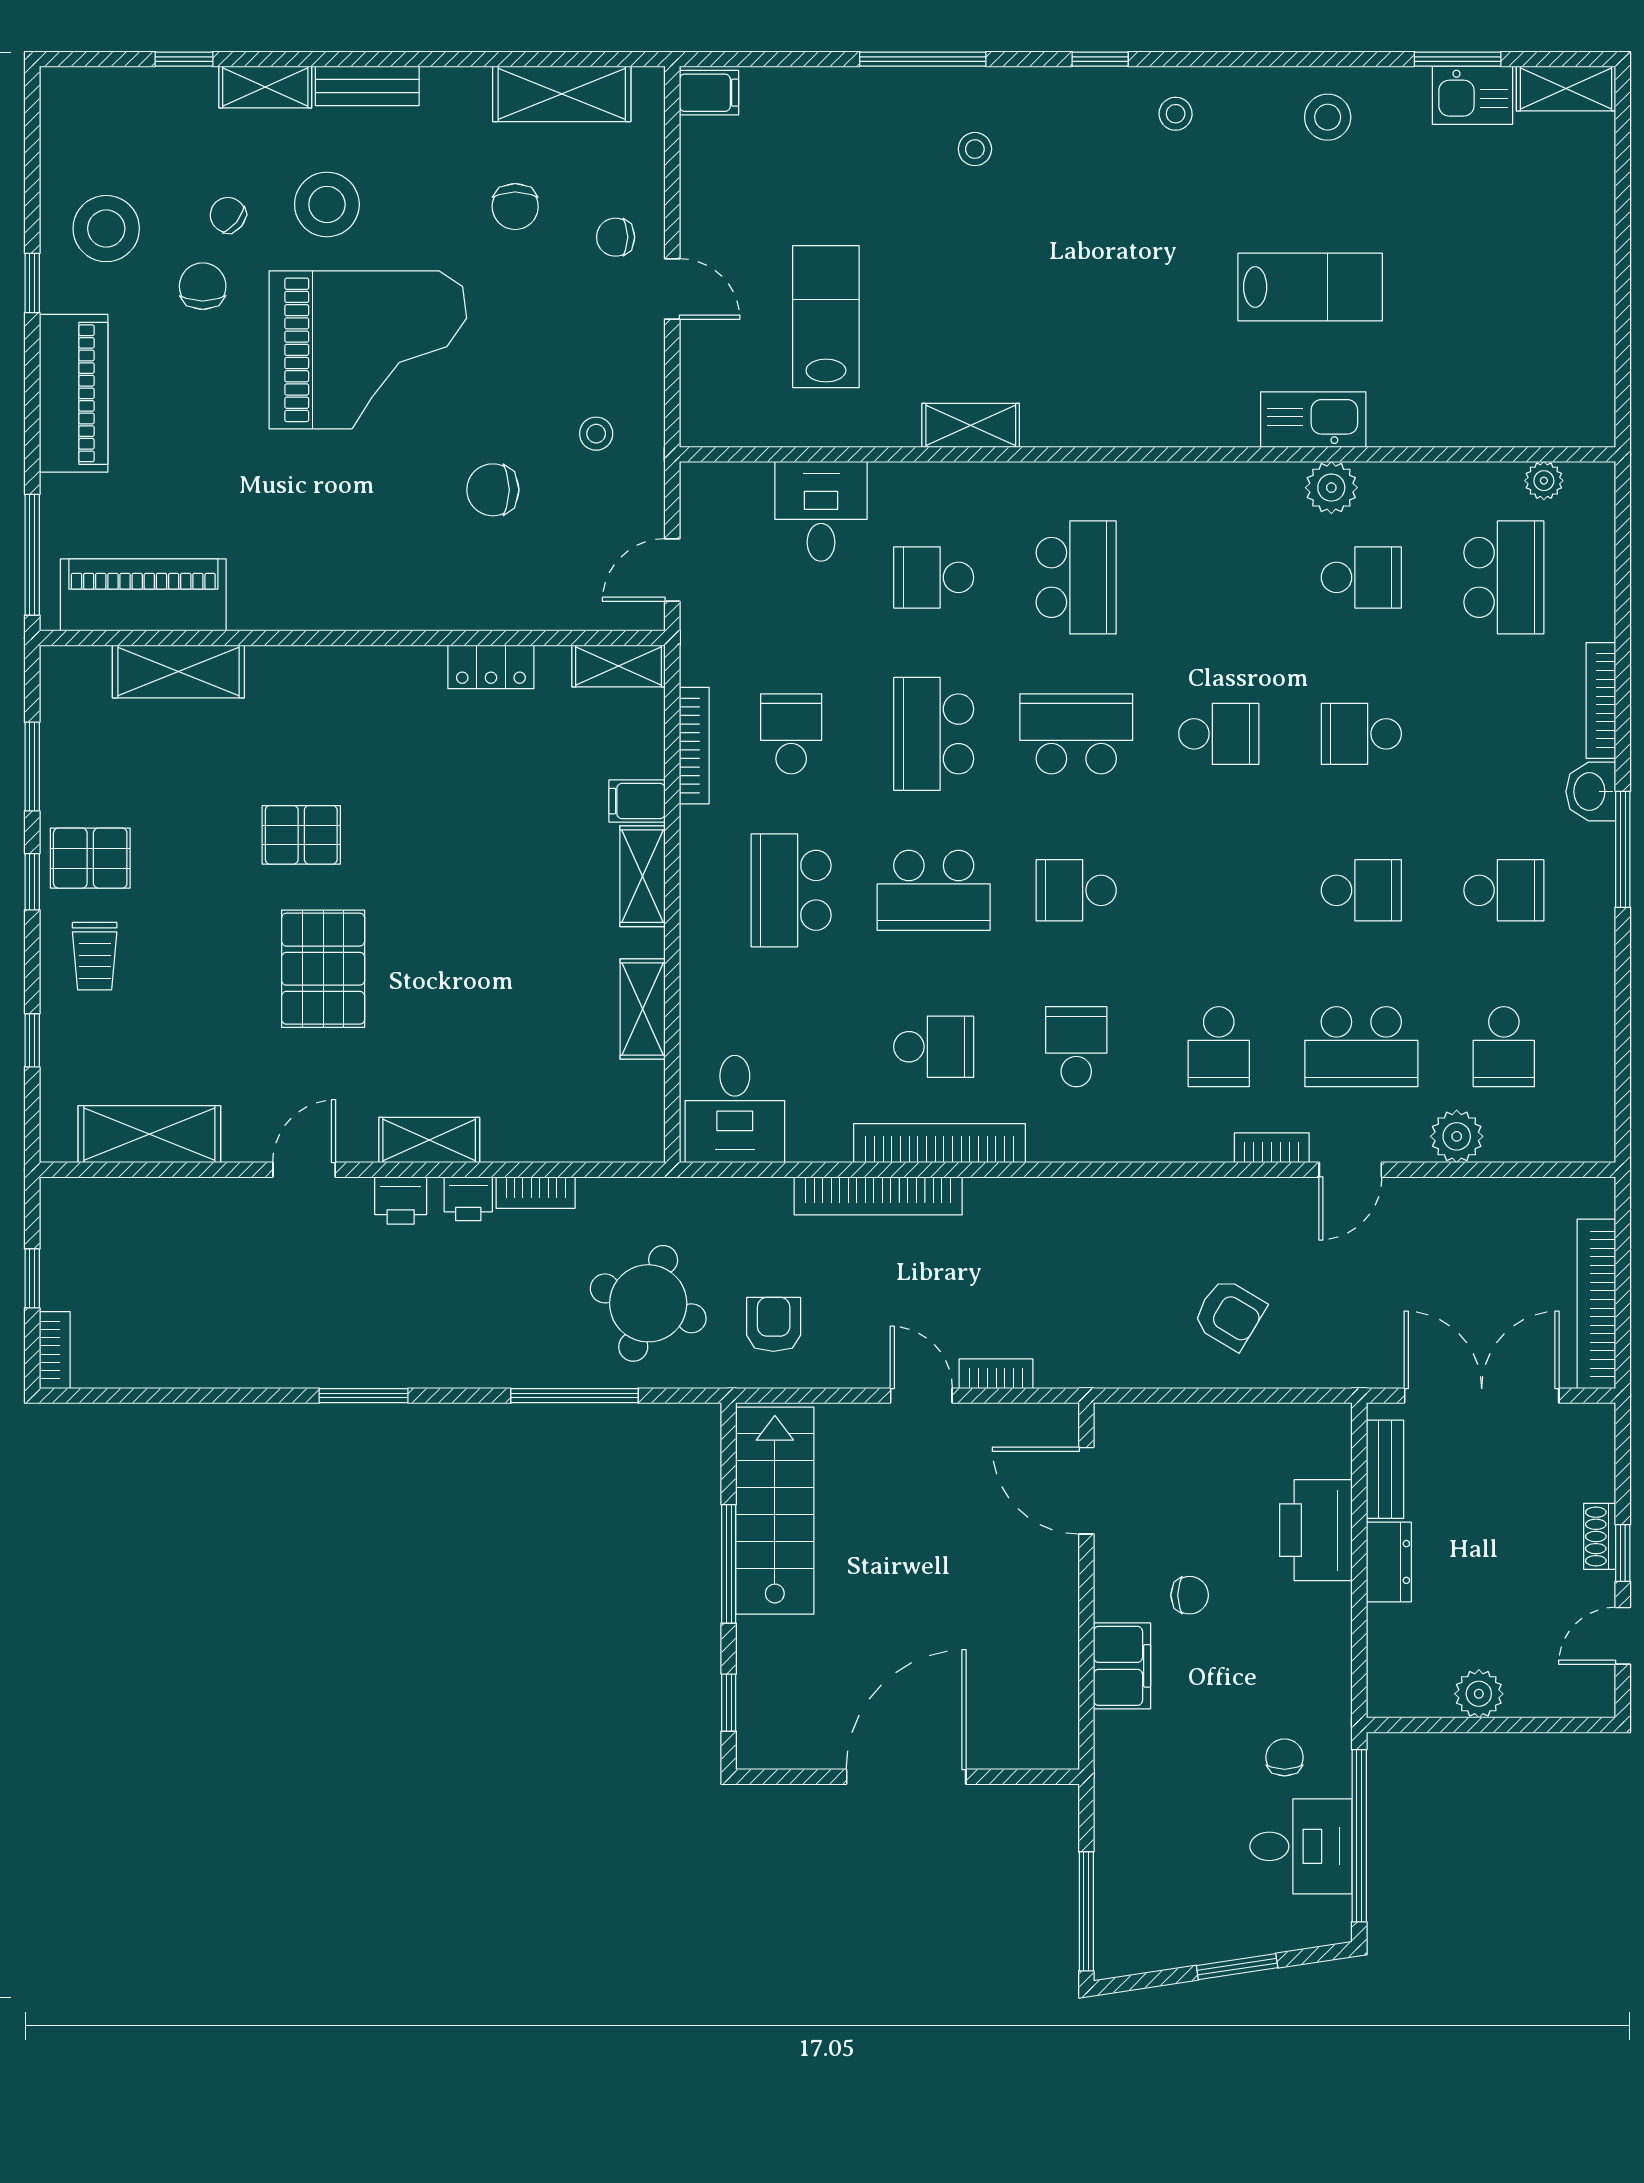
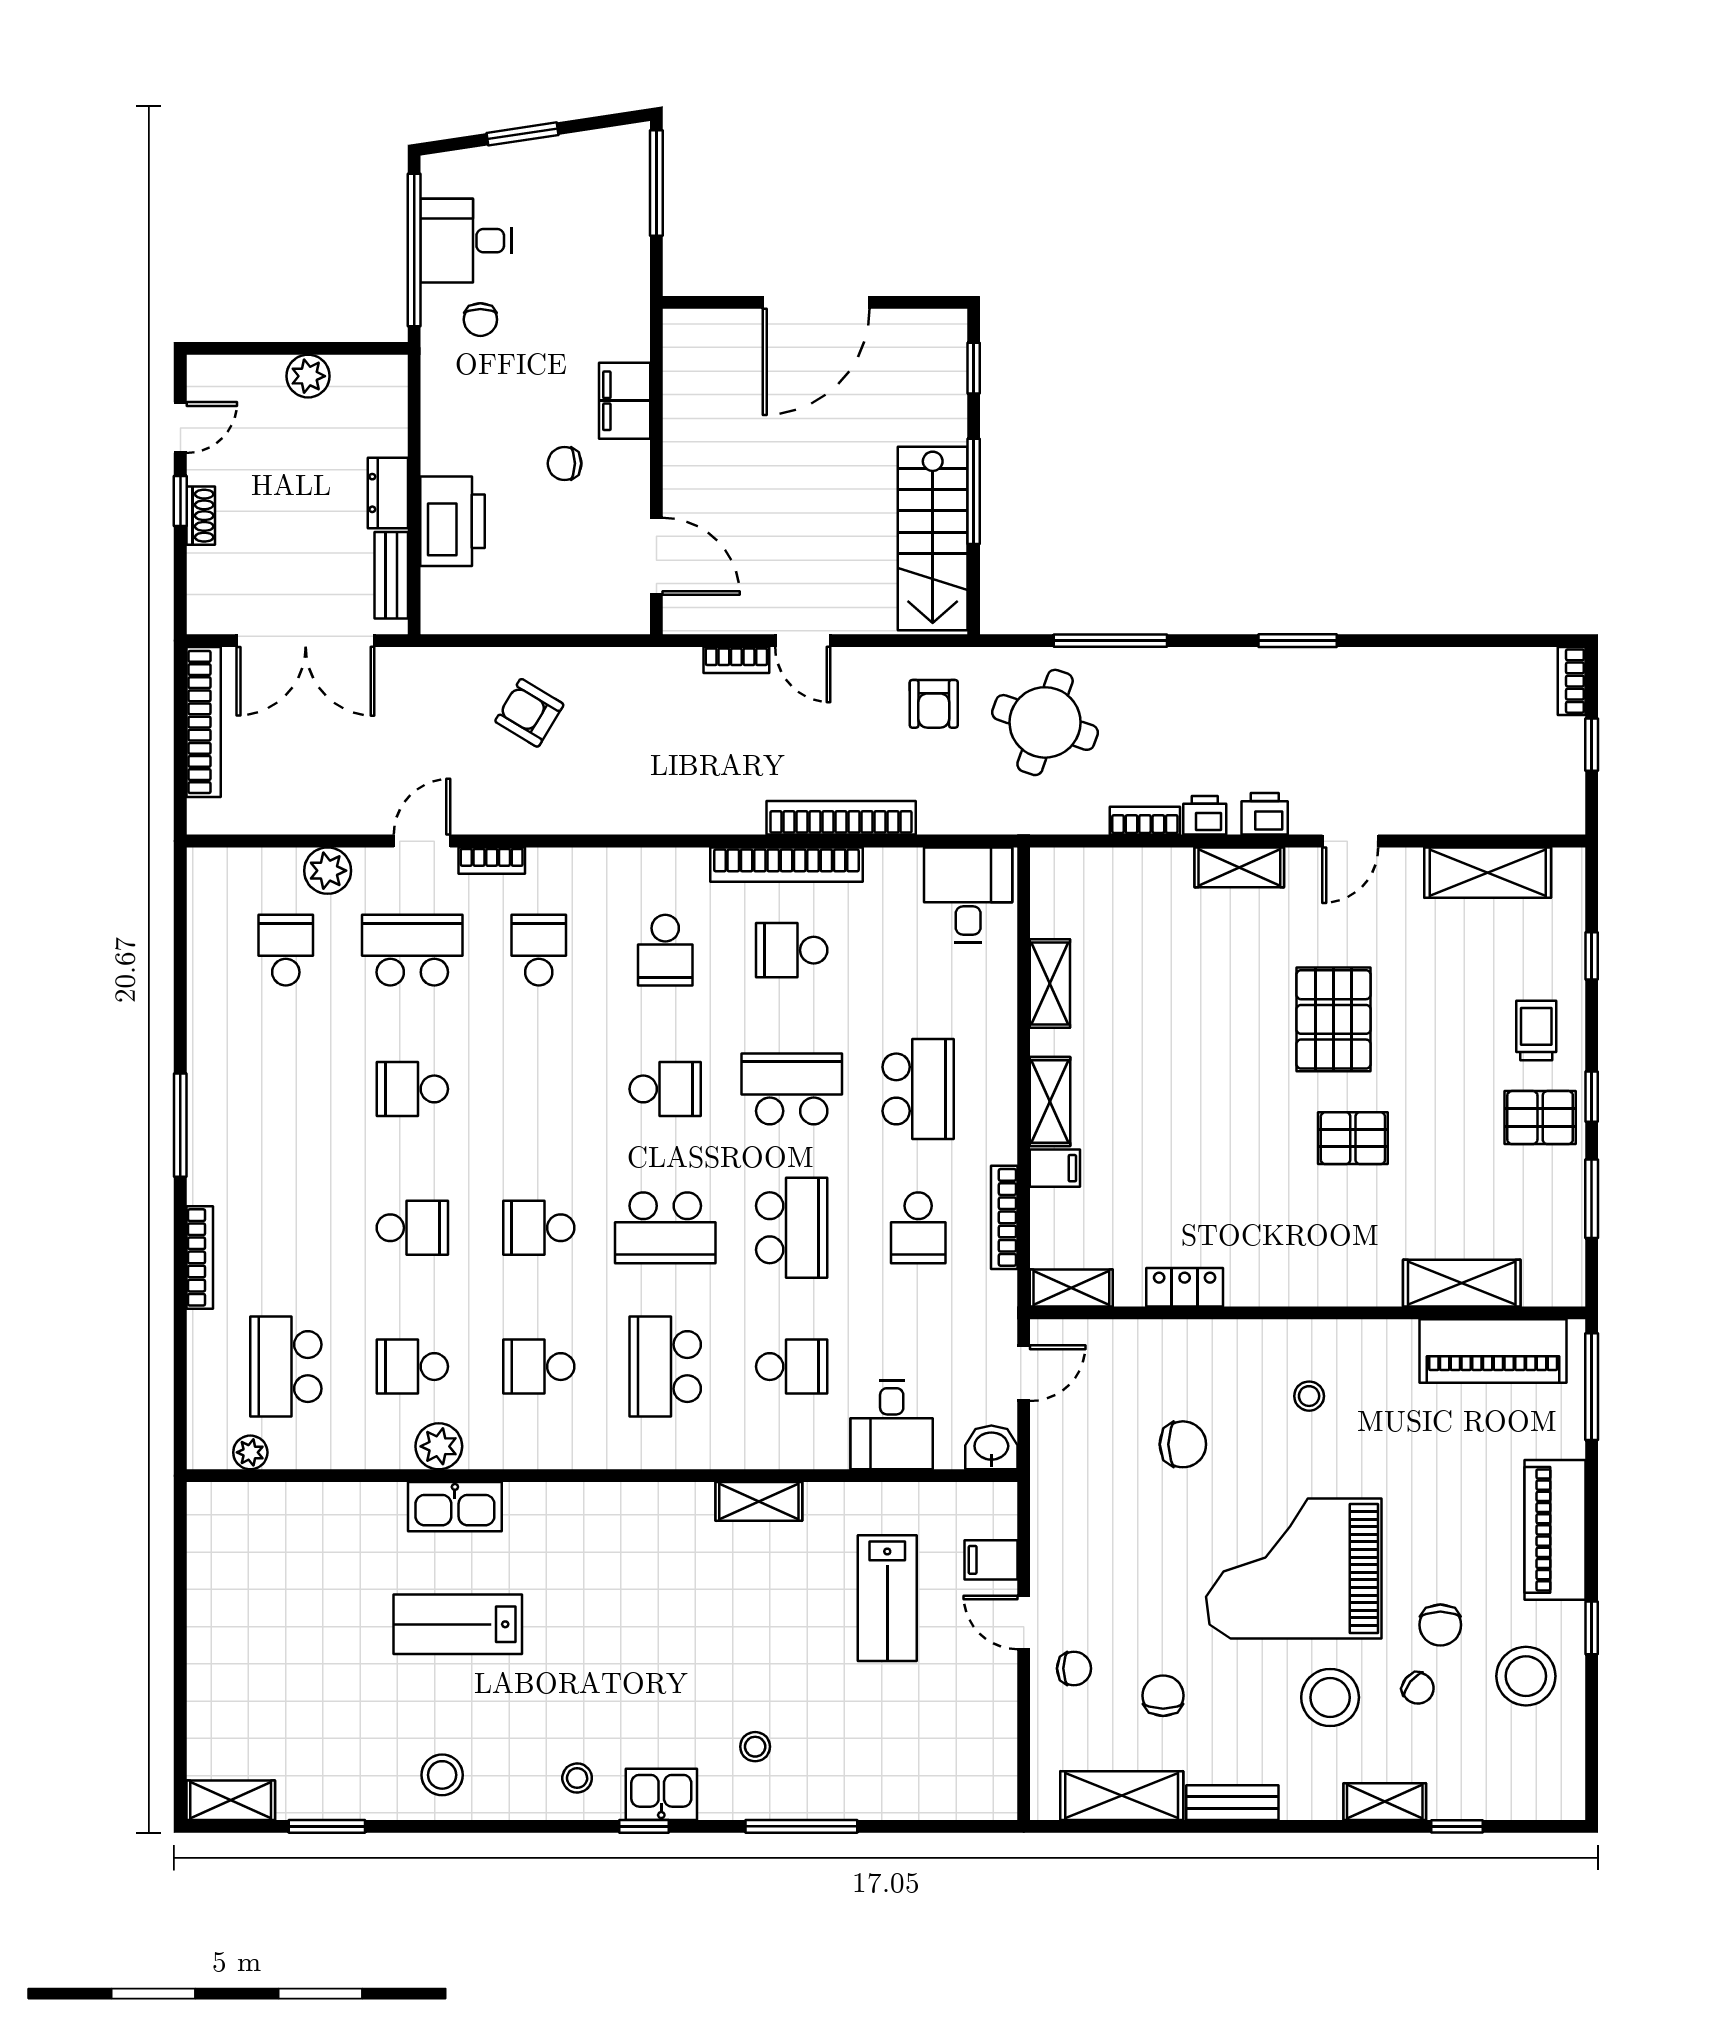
bench: (367, 86) -> (1232, 1803), moved
filing cabinet: (709, 93) -> (991, 1560), moved
kitchen sink: (1472, 95) -> (661, 1794), moved
stool: (596, 434) -> (1309, 1396), moved
washbasin: (1591, 792) -> (991, 1447), moved, turned -90
school desk: (1504, 890) -> (539, 1367), moved

